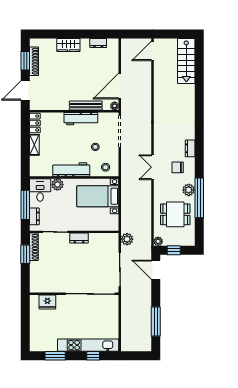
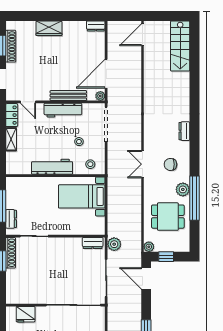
dresser: (98, 43) -> (96, 26), moved
door: (50, 111) -> (28, 102), added
dresser: (190, 148) -> (184, 131), moved
plant: (57, 184) -> (37, 183), removed
desk: (40, 190) -> (18, 189), removed
dresser: (79, 238) -> (93, 243), moved

